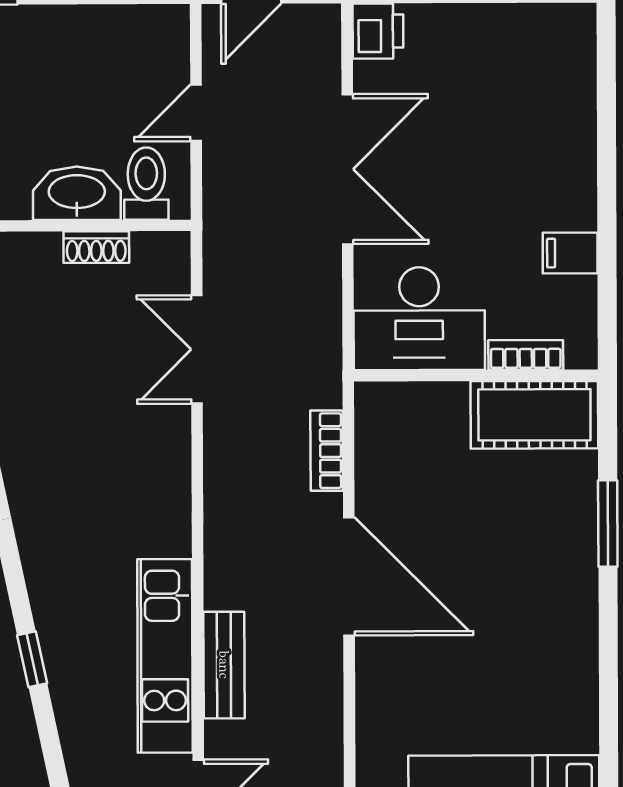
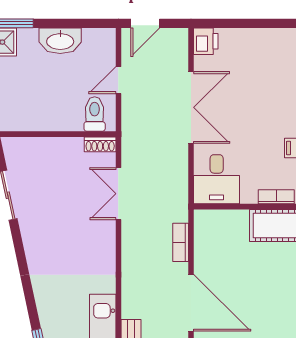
washbasin: (77, 193) -> (60, 41), moved, turned 180
shoe rack: (96, 247) -> (100, 144), moved
desk: (419, 319) -> (217, 179), width x0.73

